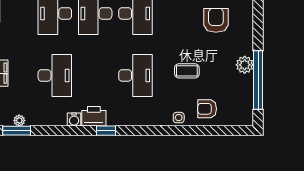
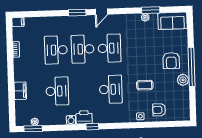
armchair: (216, 20) -> (171, 61), moved, turned 180
window: (258, 80) -> (191, 67), moved

